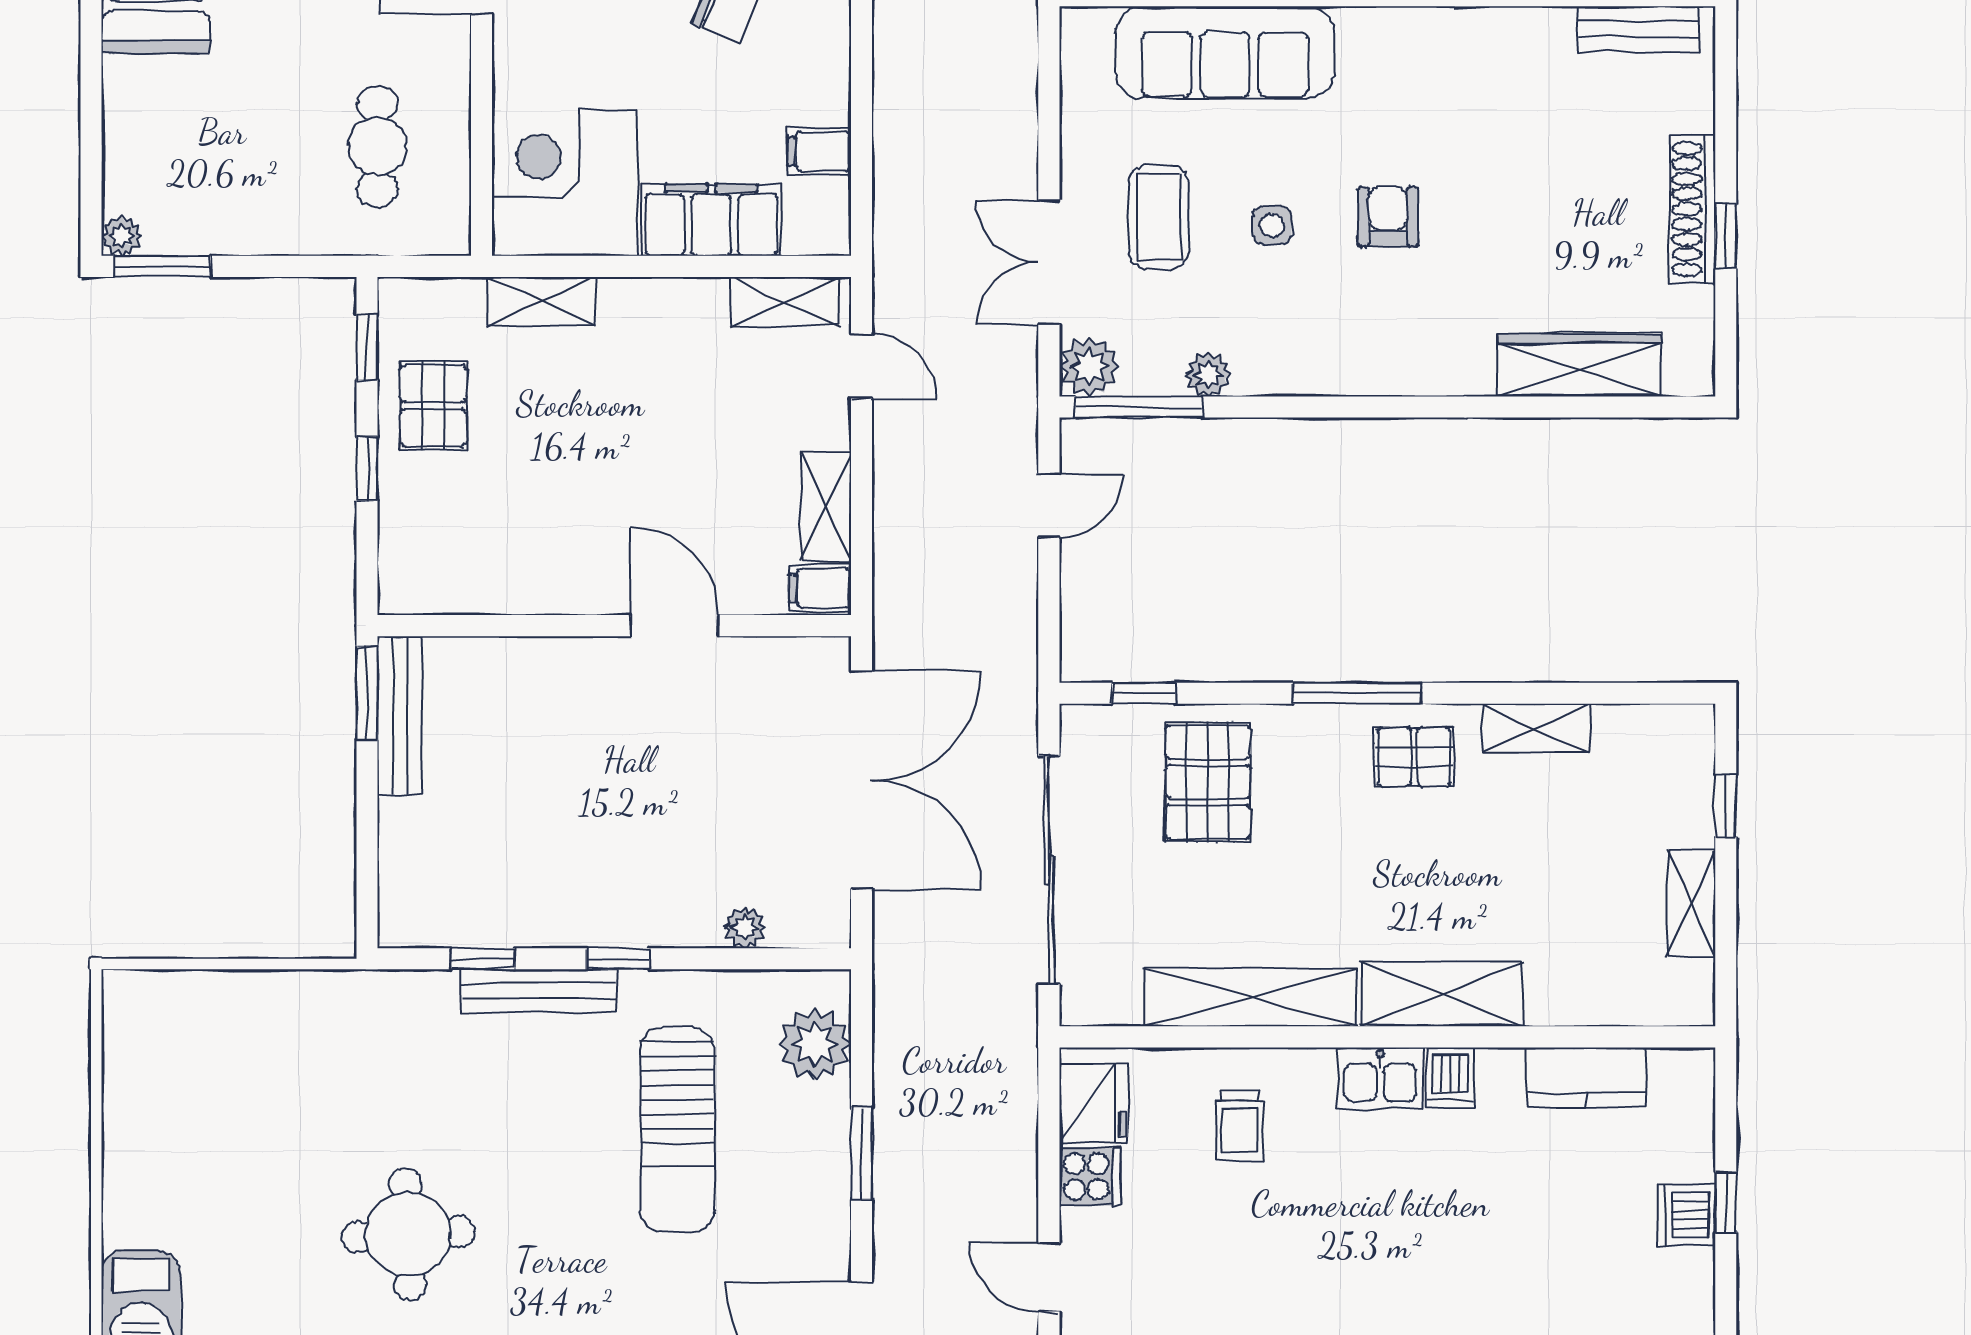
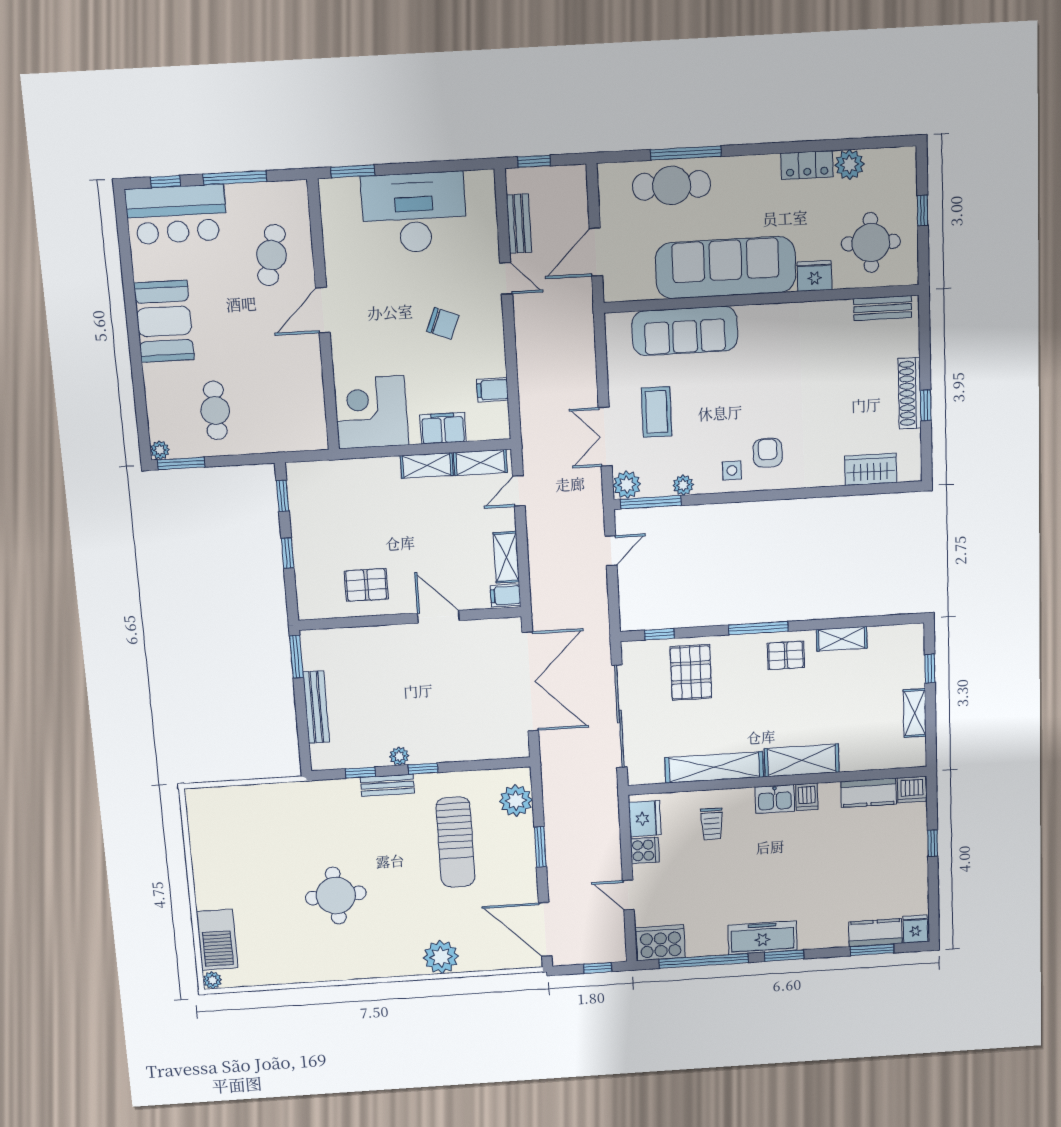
cafe table: (377, 146) -> (215, 410), moved
armchair: (1388, 217) -> (768, 453), moved
filing cabinet: (711, 220) -> (443, 428), width x0.67, depth x0.86
side table: (1272, 225) -> (732, 470), moved
shelving: (542, 301) -> (427, 465), moved
wardrobe: (1579, 365) -> (871, 469), width x0.67
door: (861, 366) -> (519, 491), swing flipped
pallet: (433, 406) -> (366, 585), moved, turned 90
bench: (400, 715) -> (316, 707), moved
plant: (745, 927) -> (399, 756), moved
bench: (539, 991) -> (387, 785), width x0.73
dishwasher: (1686, 1215) -> (912, 790), moved, turned -90

